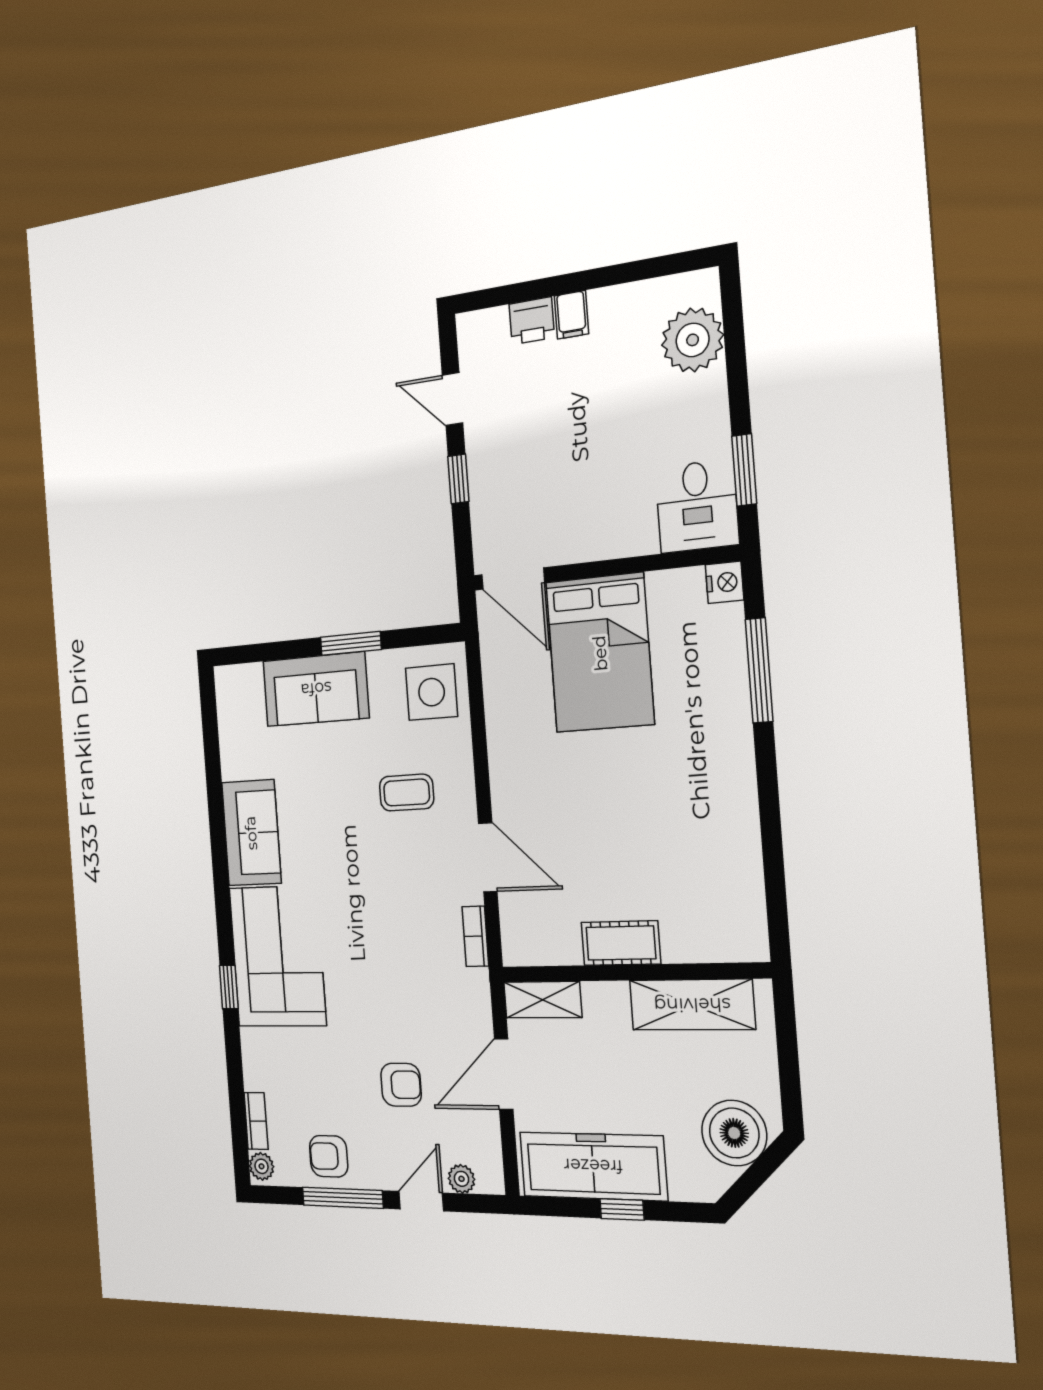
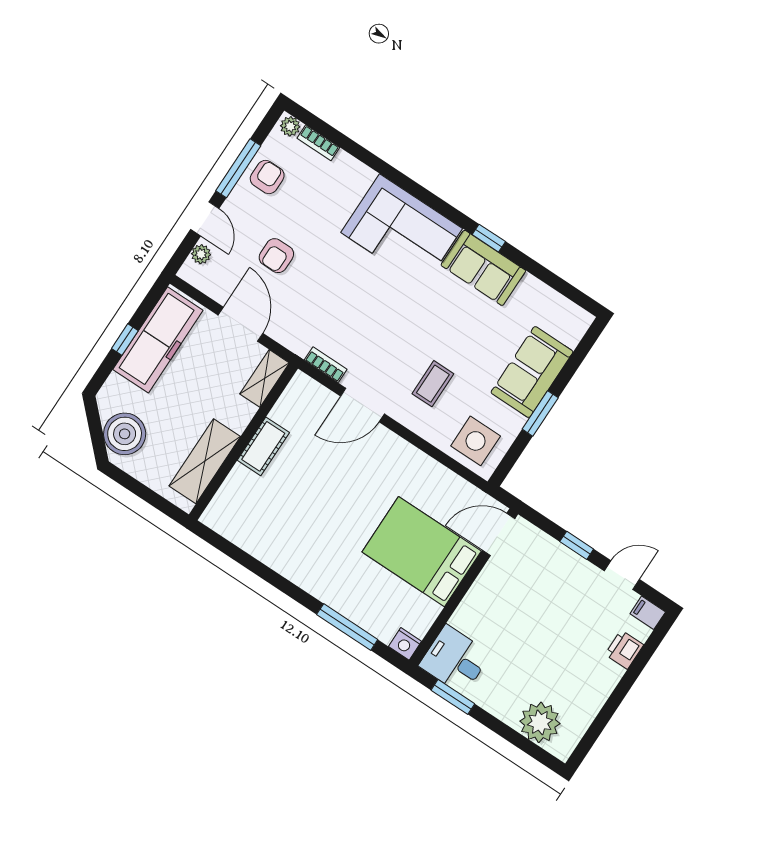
filing cabinet: (571, 315) -> (648, 613), moved
window: (229, 987) -> (489, 238), moved

